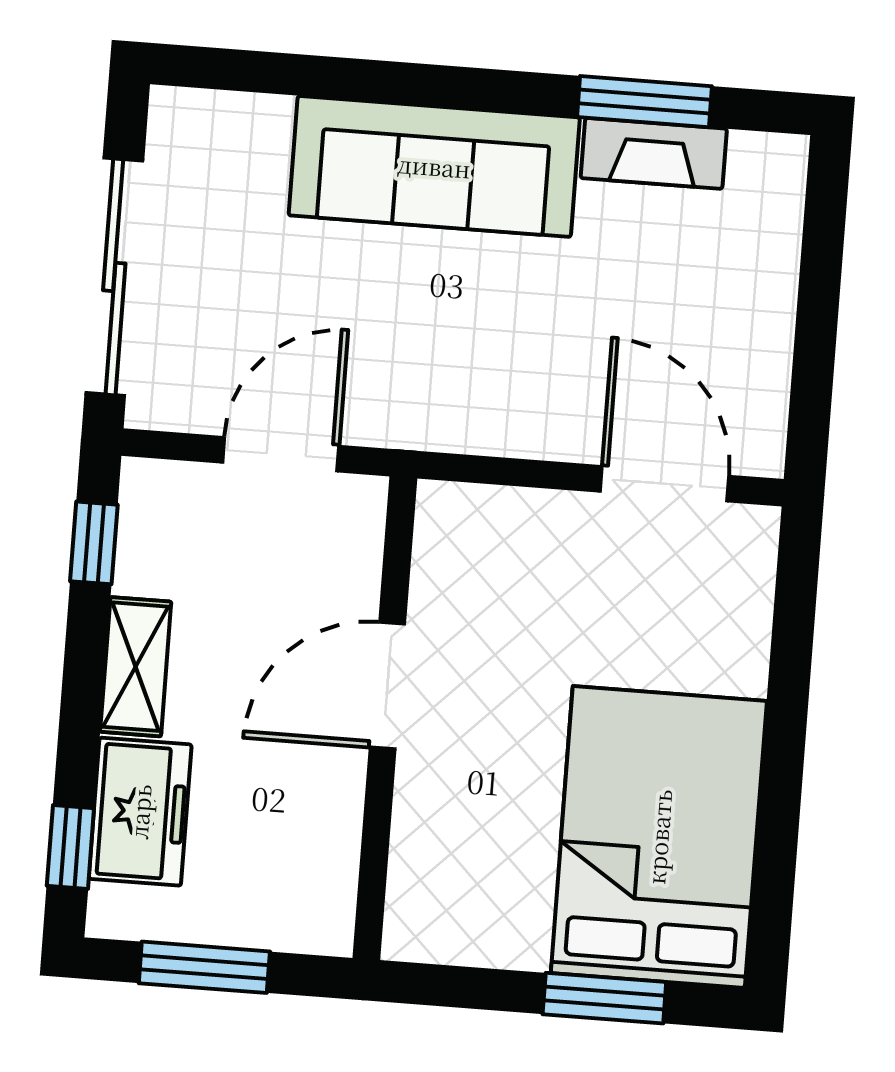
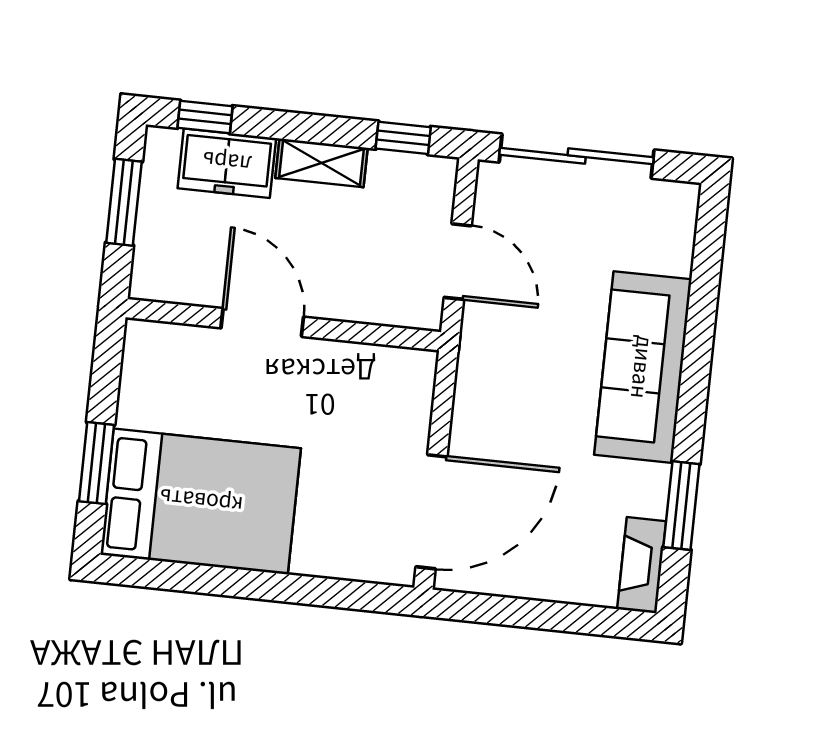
fireplace: (654, 153) -> (642, 565), moved
door: (665, 484) -> (431, 512), width x1.36
door: (387, 686) -> (262, 323), moved

